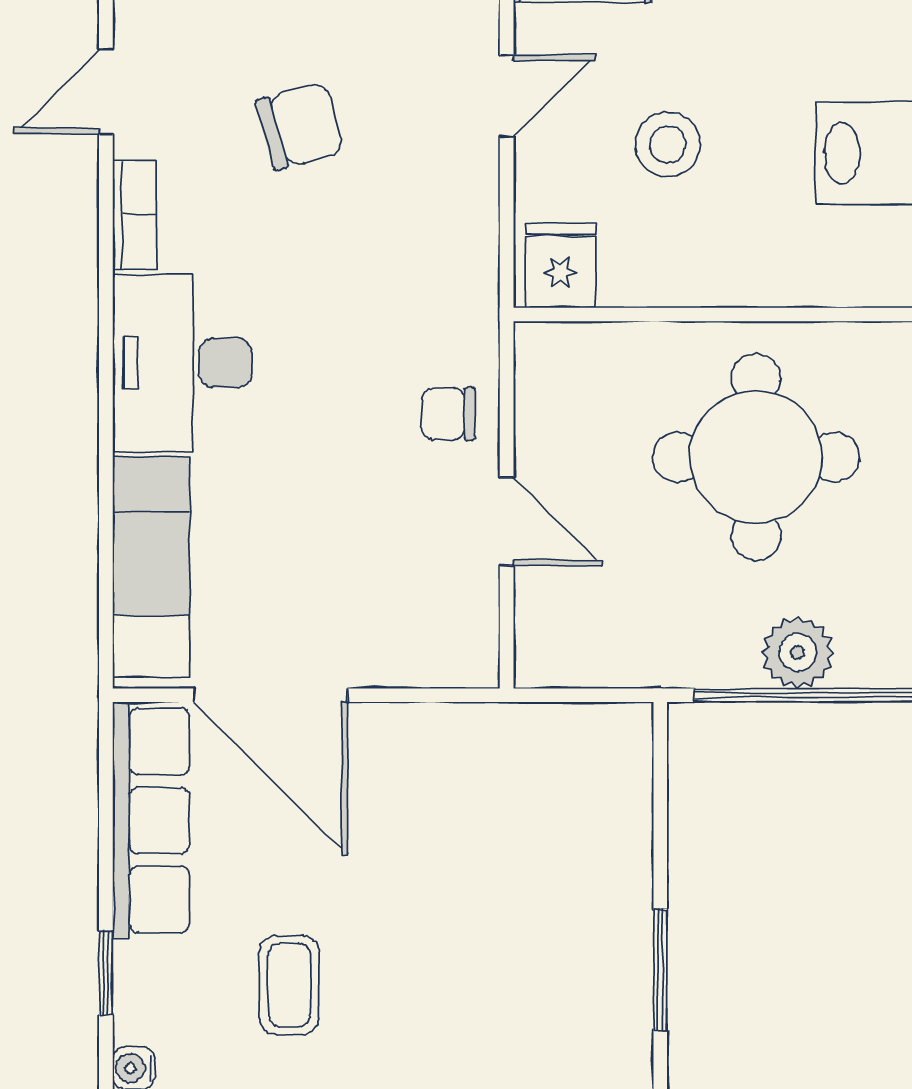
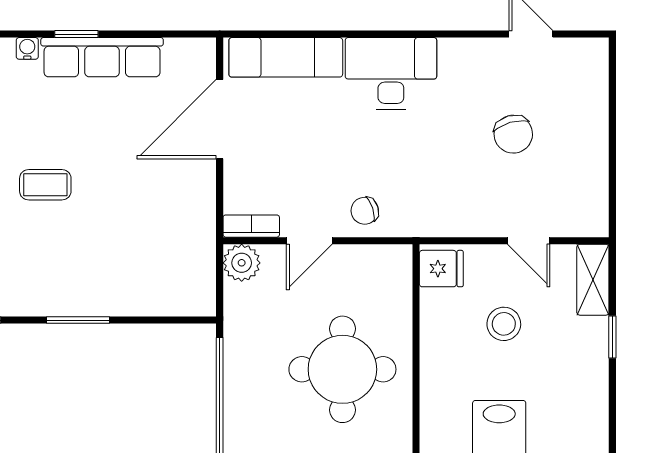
bookcase: (134, 215) -> (251, 226), moved, turned 180
chair: (448, 414) -> (365, 211), turned -108
plant: (798, 653) -> (242, 263), moved
row of seats: (151, 820) -> (102, 57), moved
coffee table: (289, 985) -> (45, 185), moved

